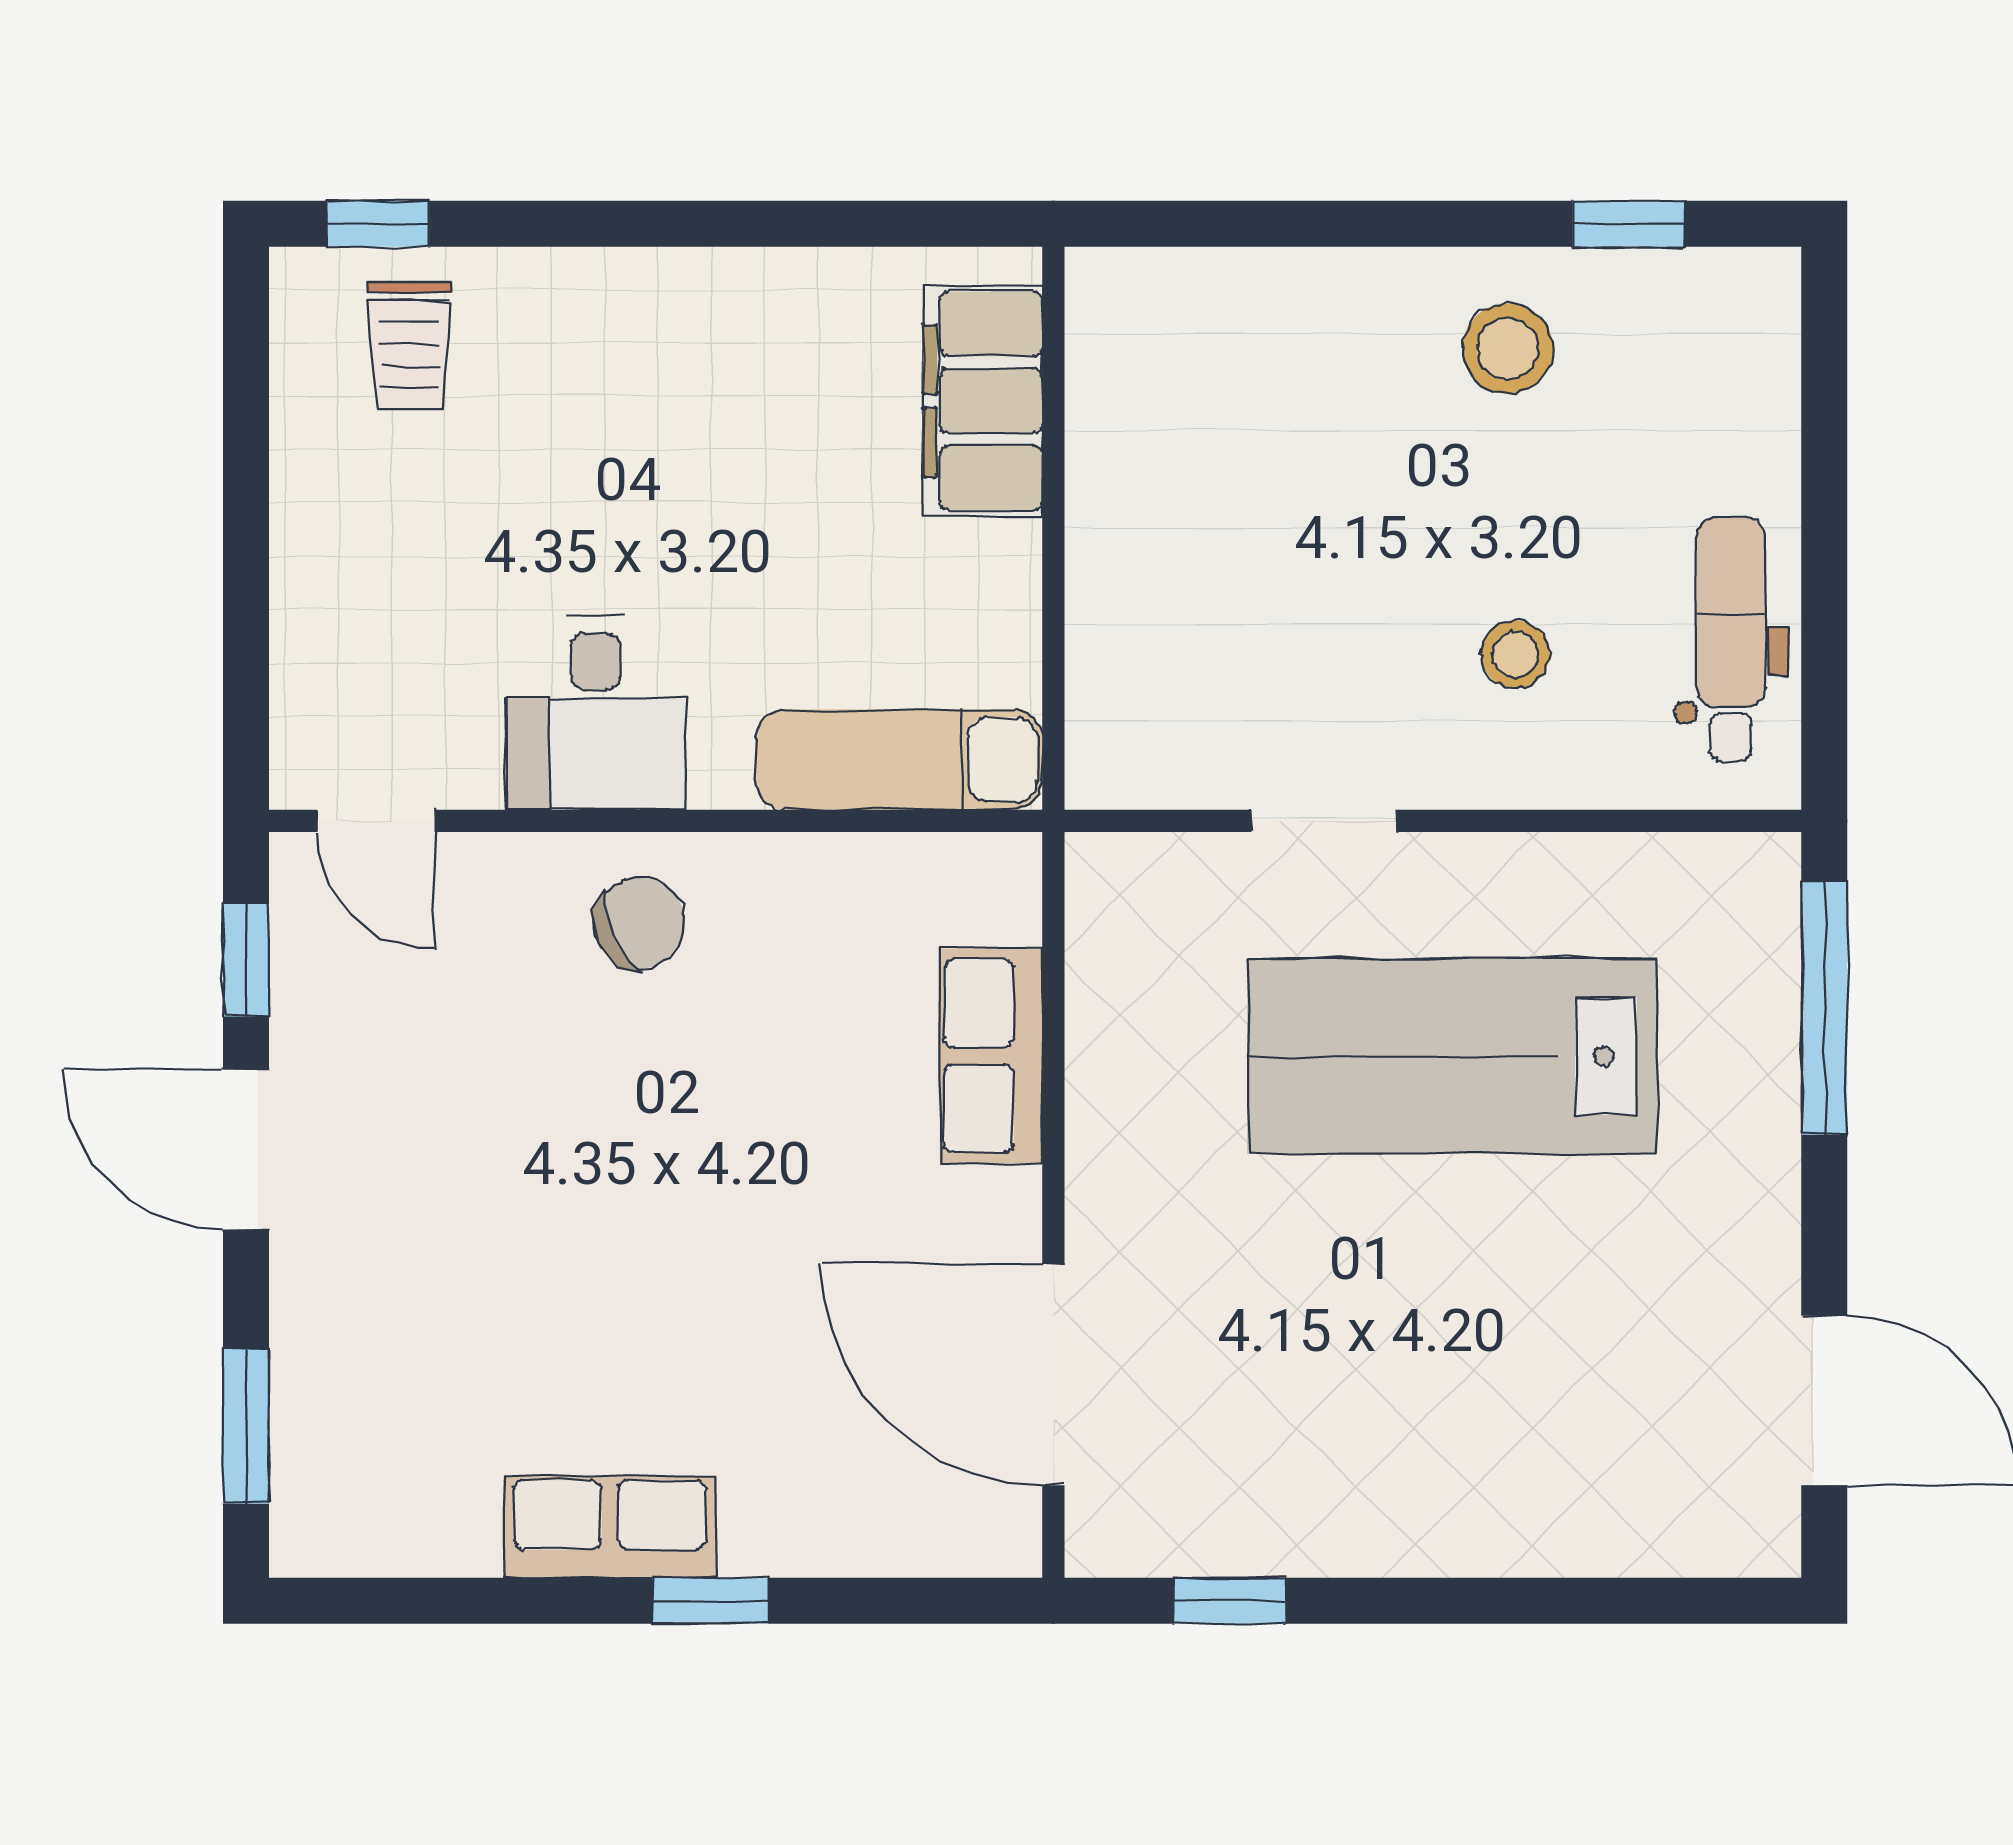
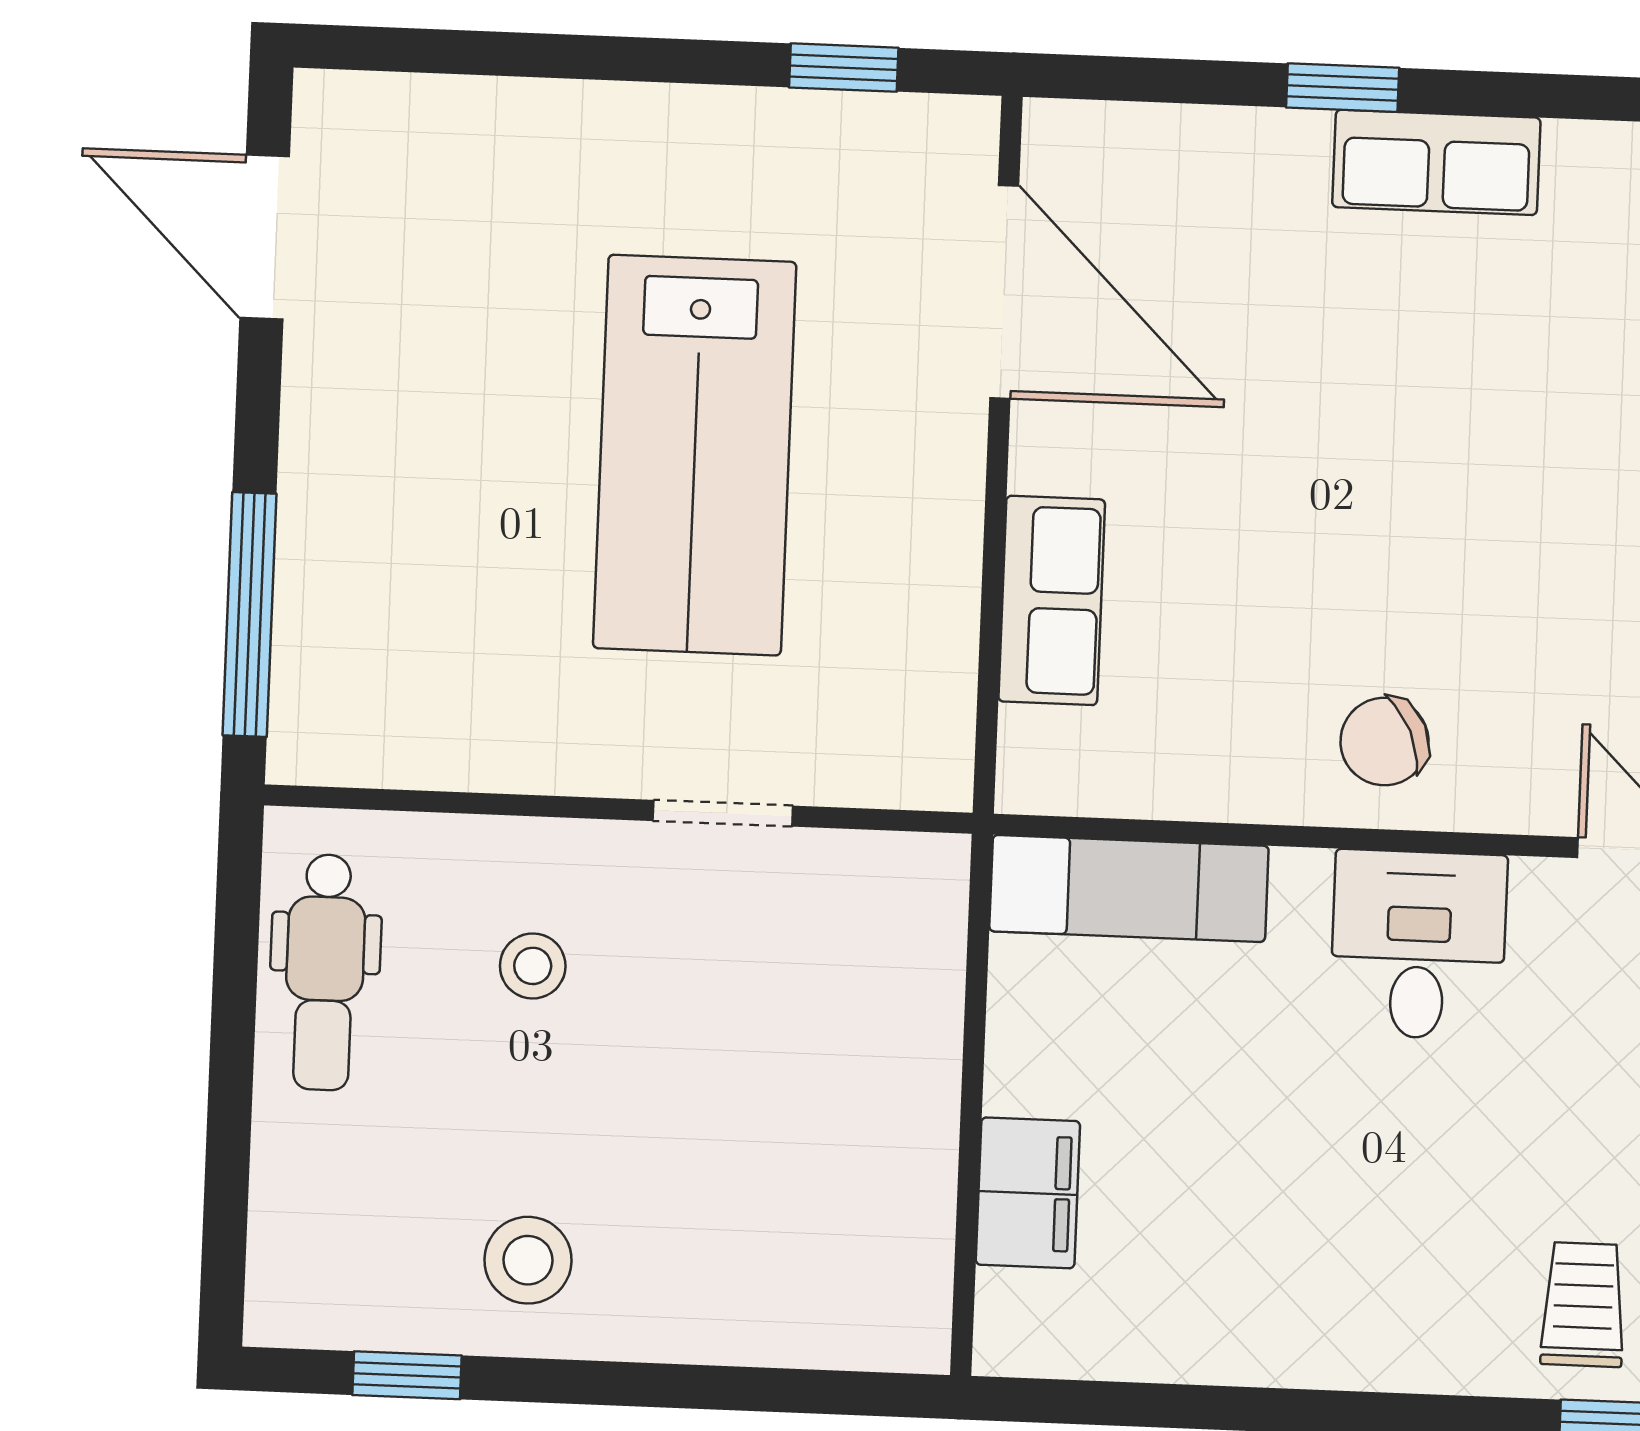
filing cabinet: (983, 401) -> (1028, 1193), width x0.67, depth x0.86
lab bench: (1452, 1056) -> (695, 455), moved, turned 90

